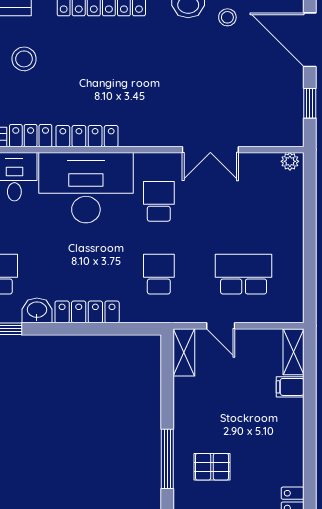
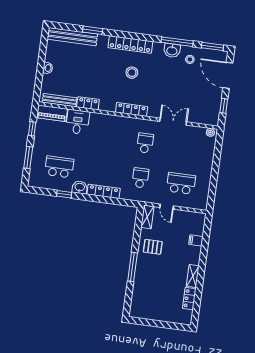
stool: (24, 59) -> (132, 73), moved
locker: (87, 136) -> (132, 109), moved
double door: (210, 150) -> (173, 122), swing flipped
desk: (86, 188) -> (111, 132), removed
shelving: (293, 352) -> (193, 276), moved
pallet: (212, 467) -> (153, 247), moved

